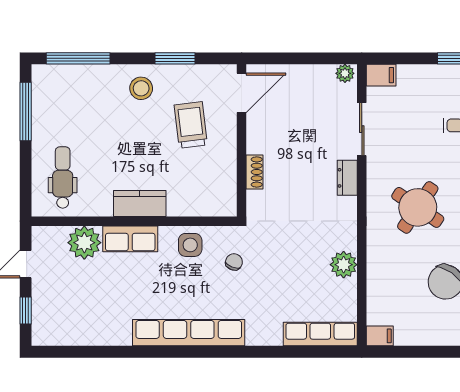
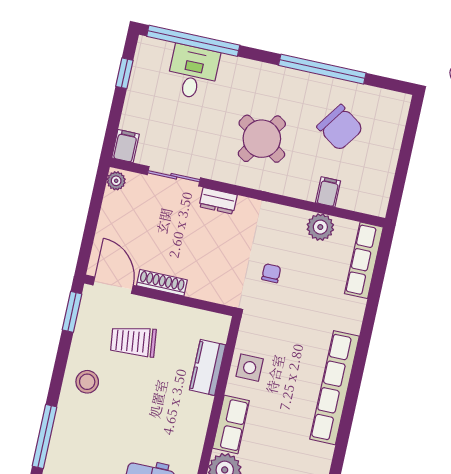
window: (175, 58) -> (72, 312), moved
shoe rack: (255, 172) -> (162, 283), moved, width x1.43
kitchen counter: (140, 204) -> (208, 367), moved
chair: (234, 262) -> (271, 273), moved, turned 68
plant: (344, 265) -> (320, 227), moved
filing cabinet: (380, 336) -> (328, 192), moved

